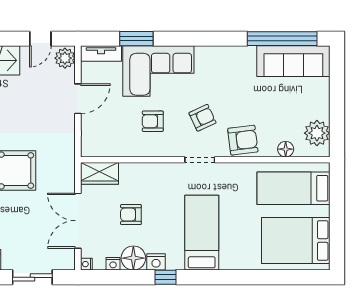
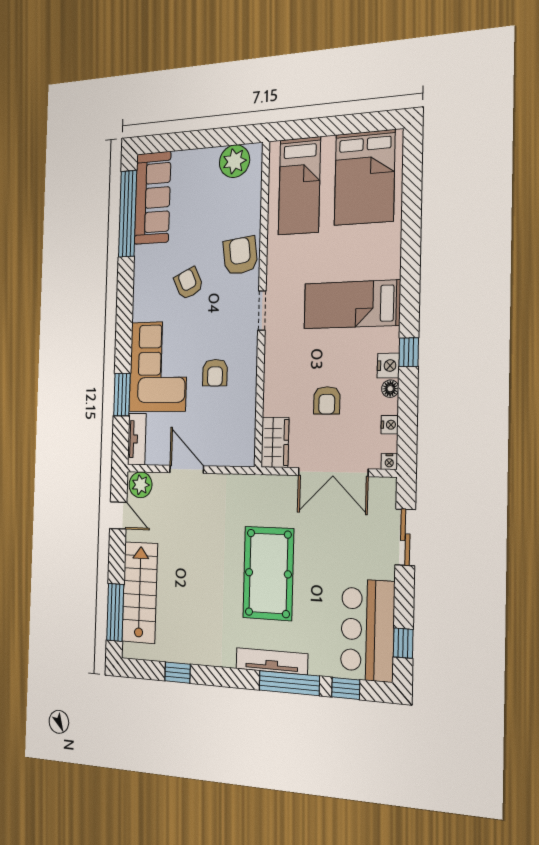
armchair: (202, 118) -> (189, 283), moved
floor lamp: (286, 149) -> (252, 200), removed
floor lamp: (133, 258) -> (390, 389), width x0.53, depth x0.53

